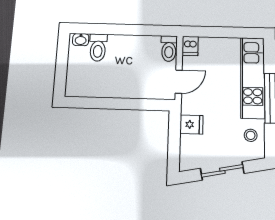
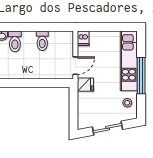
toilet: (169, 49) -> (42, 41), moved
fridge: (191, 125) -> (85, 85), moved

